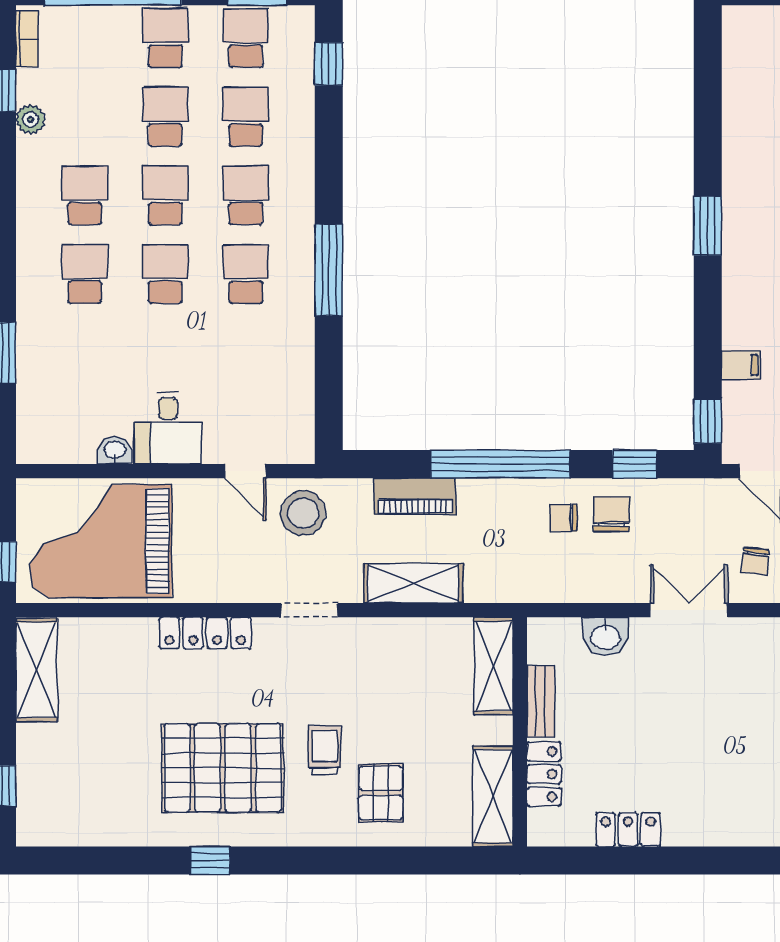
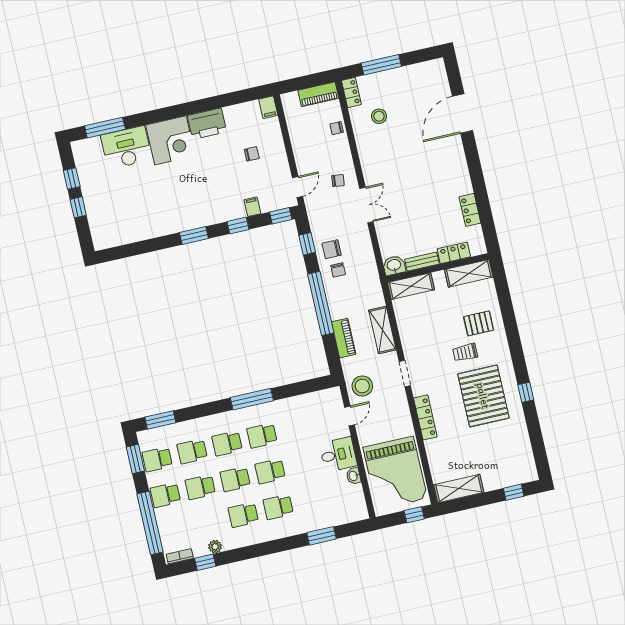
window: (329, 64) -> (160, 420), width x1.50
window: (708, 325) -> (238, 225), added
double door: (689, 610) -> (366, 205), swing flipped
washbasin: (605, 636) -> (394, 265), moved, turned -90

